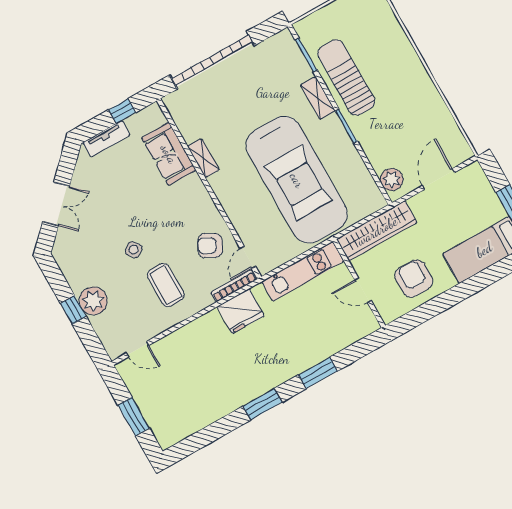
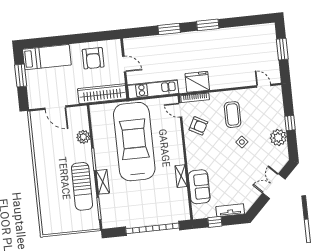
door: (438, 179) -> (55, 108), hinge flipped
plant: (392, 180) -> (83, 137), moved
door: (248, 257) -> (180, 110), swing flipped
plant: (93, 301) -> (278, 137), moved

